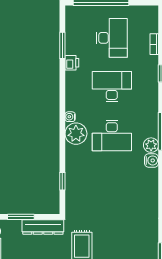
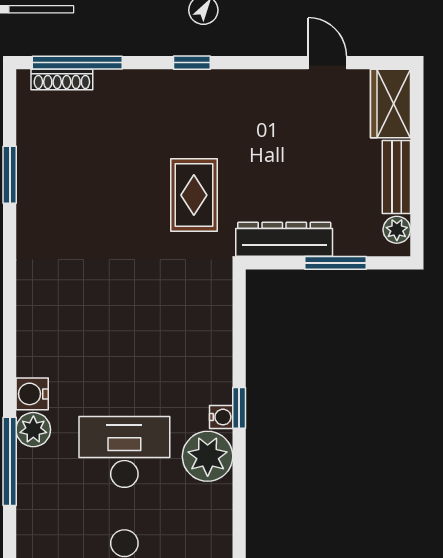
water cooler: (70, 117) -> (221, 417), moved
window: (62, 181) -> (239, 408), moved

